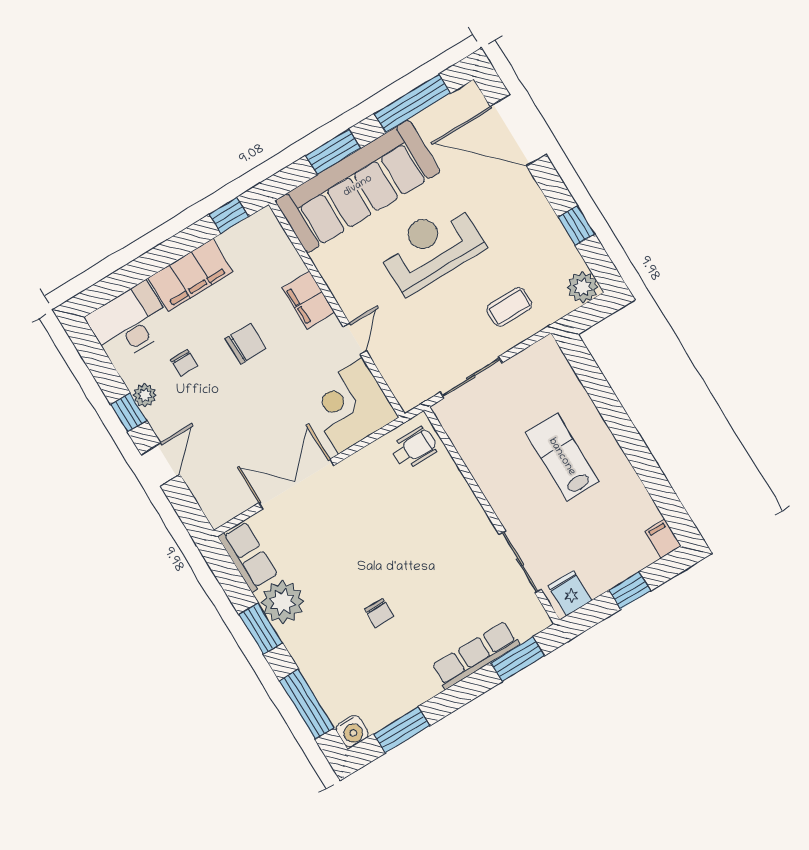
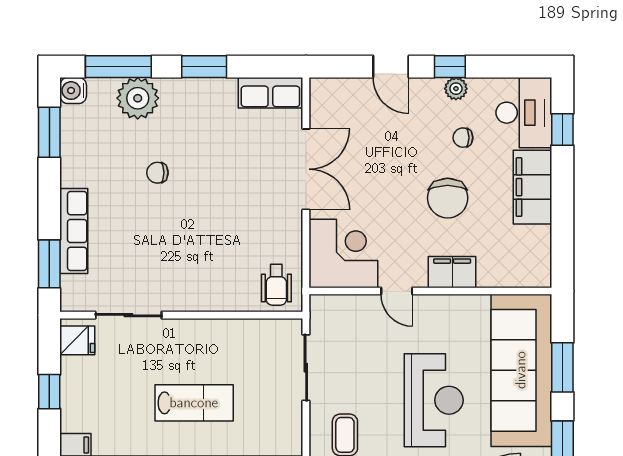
window: (229, 215) -> (562, 130), moved
chair: (246, 344) -> (448, 198), width x1.37, depth x1.37
plant: (283, 602) -> (138, 98), moved

